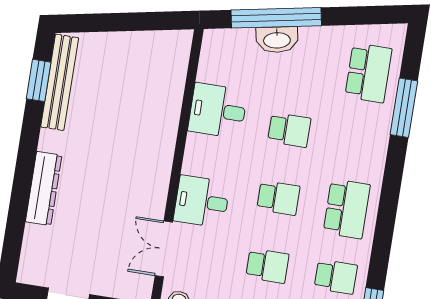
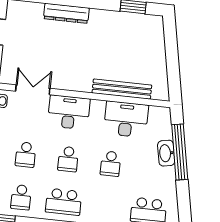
bench: (60, 82) -> (122, 89), moved
desk: (218, 111) -> (126, 119), width x1.37
desk: (202, 202) -> (69, 112), width x1.37

